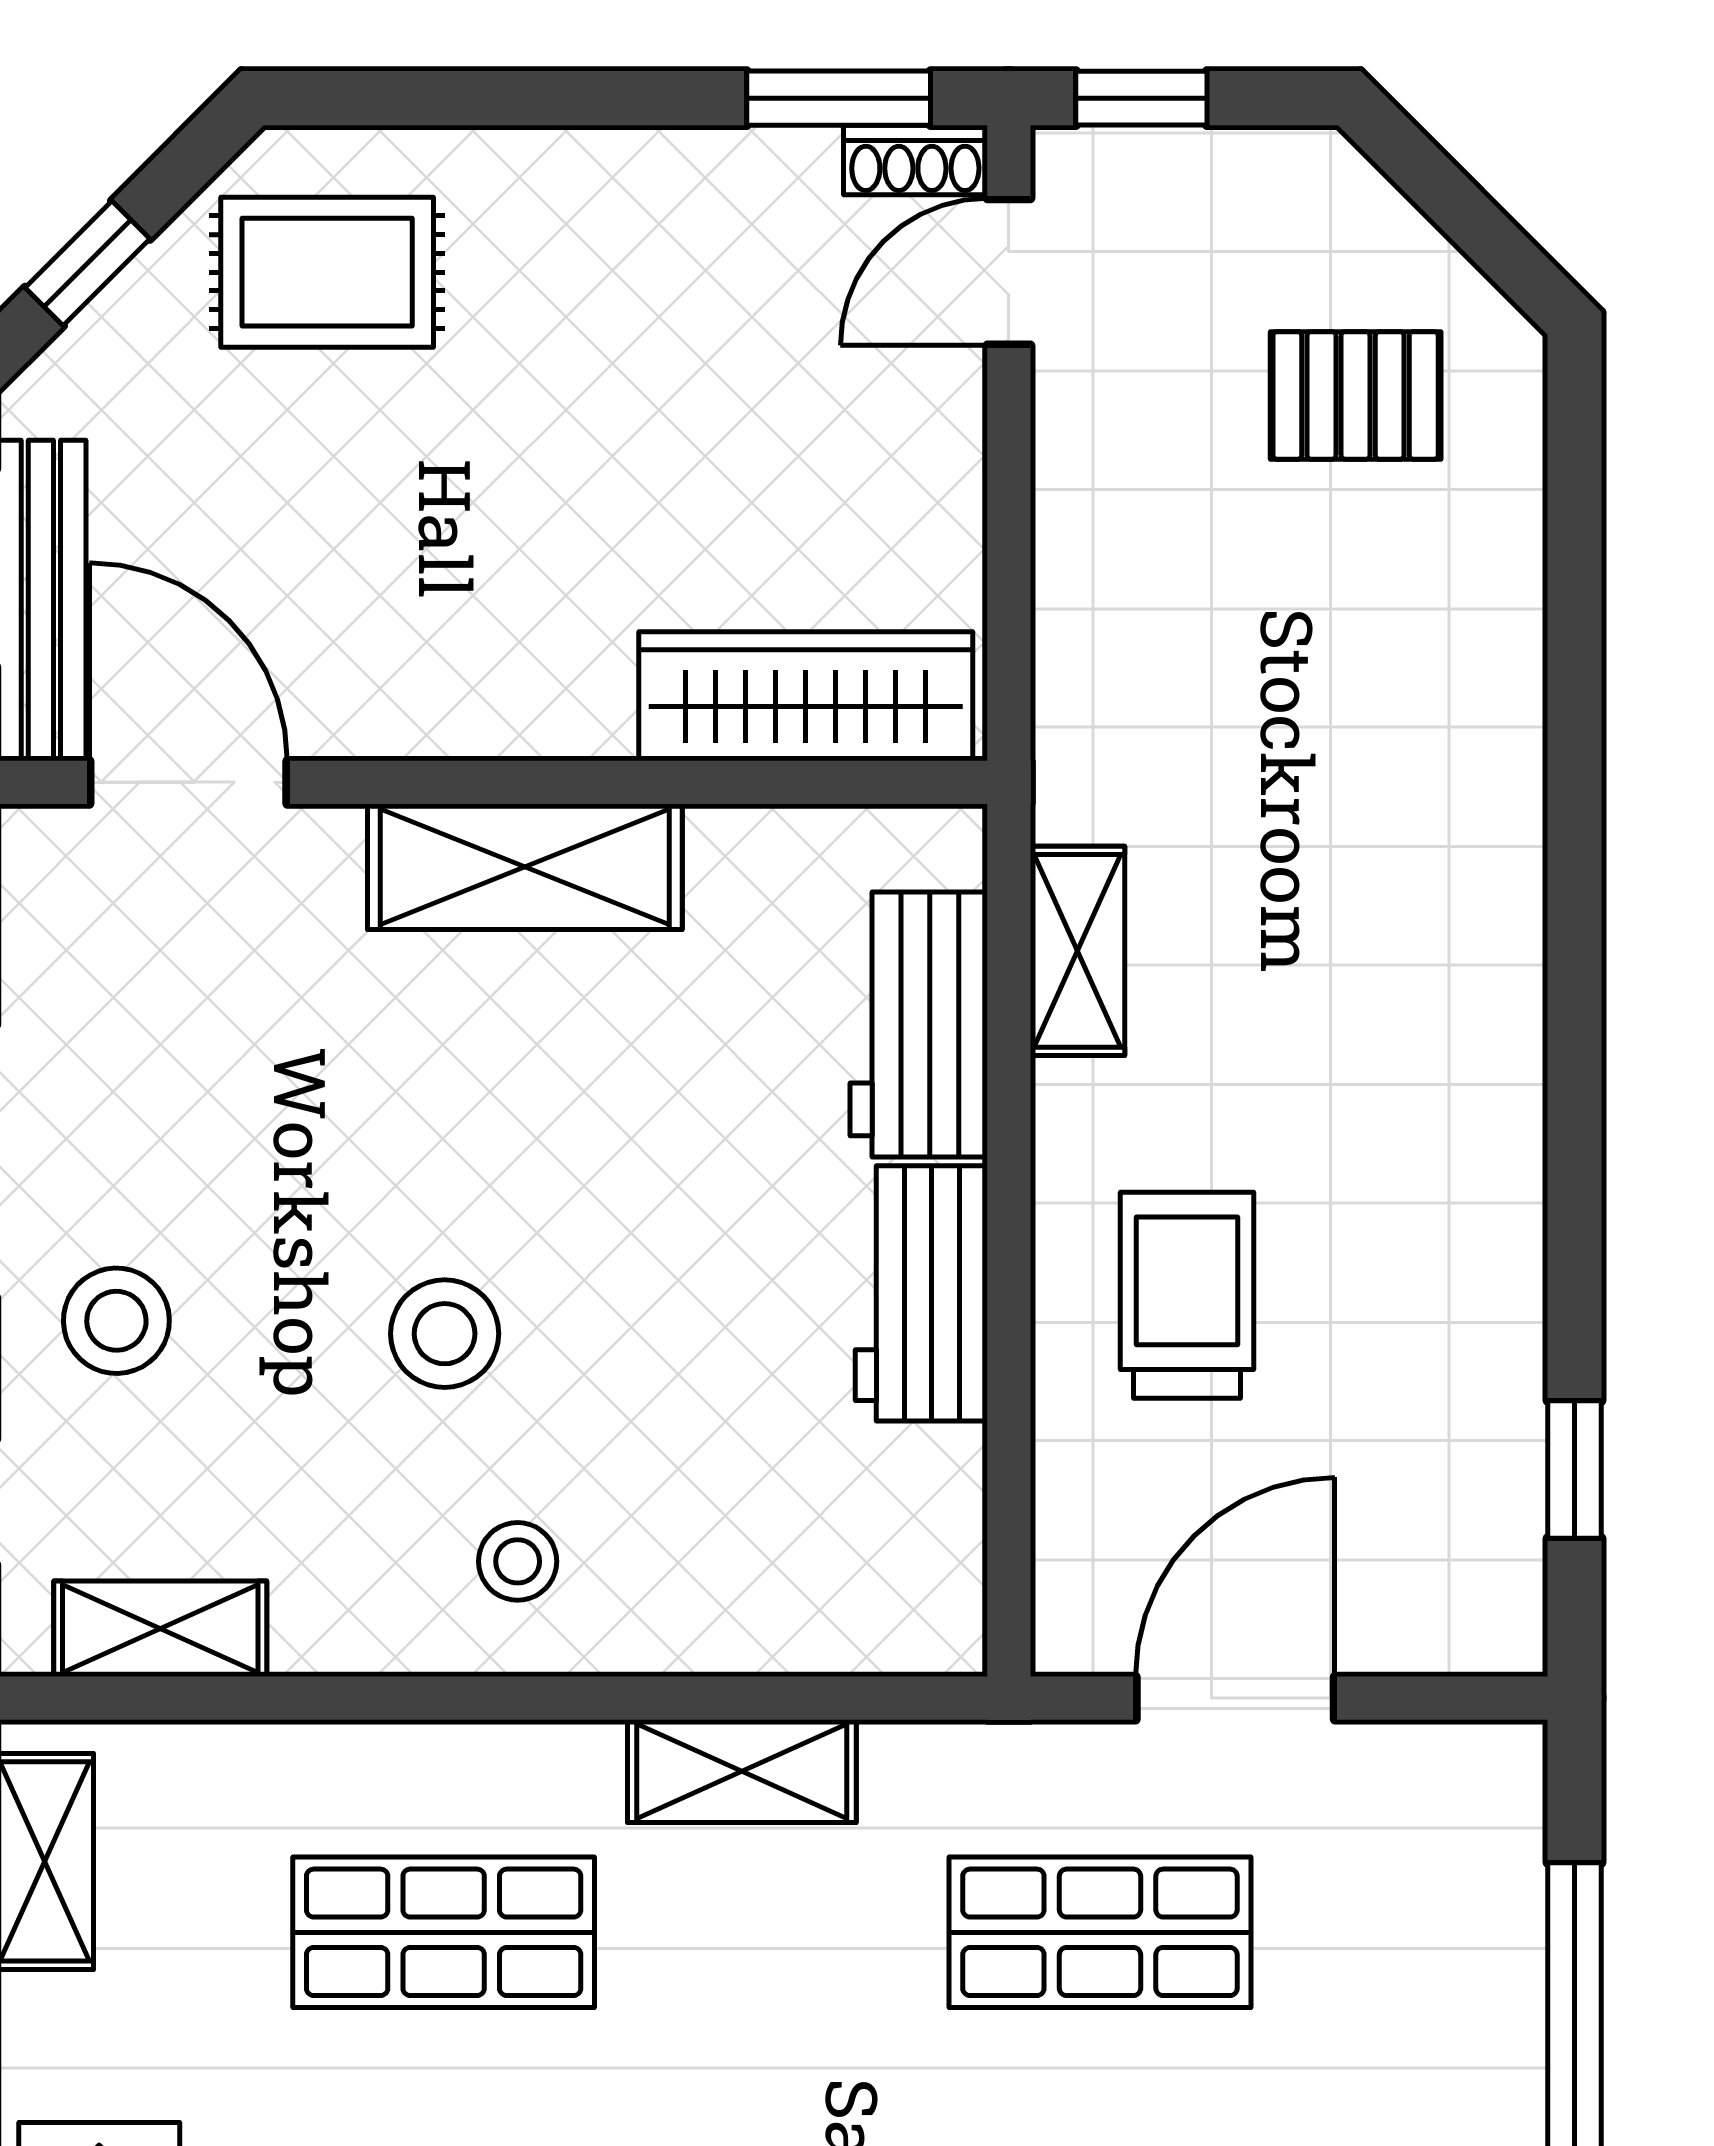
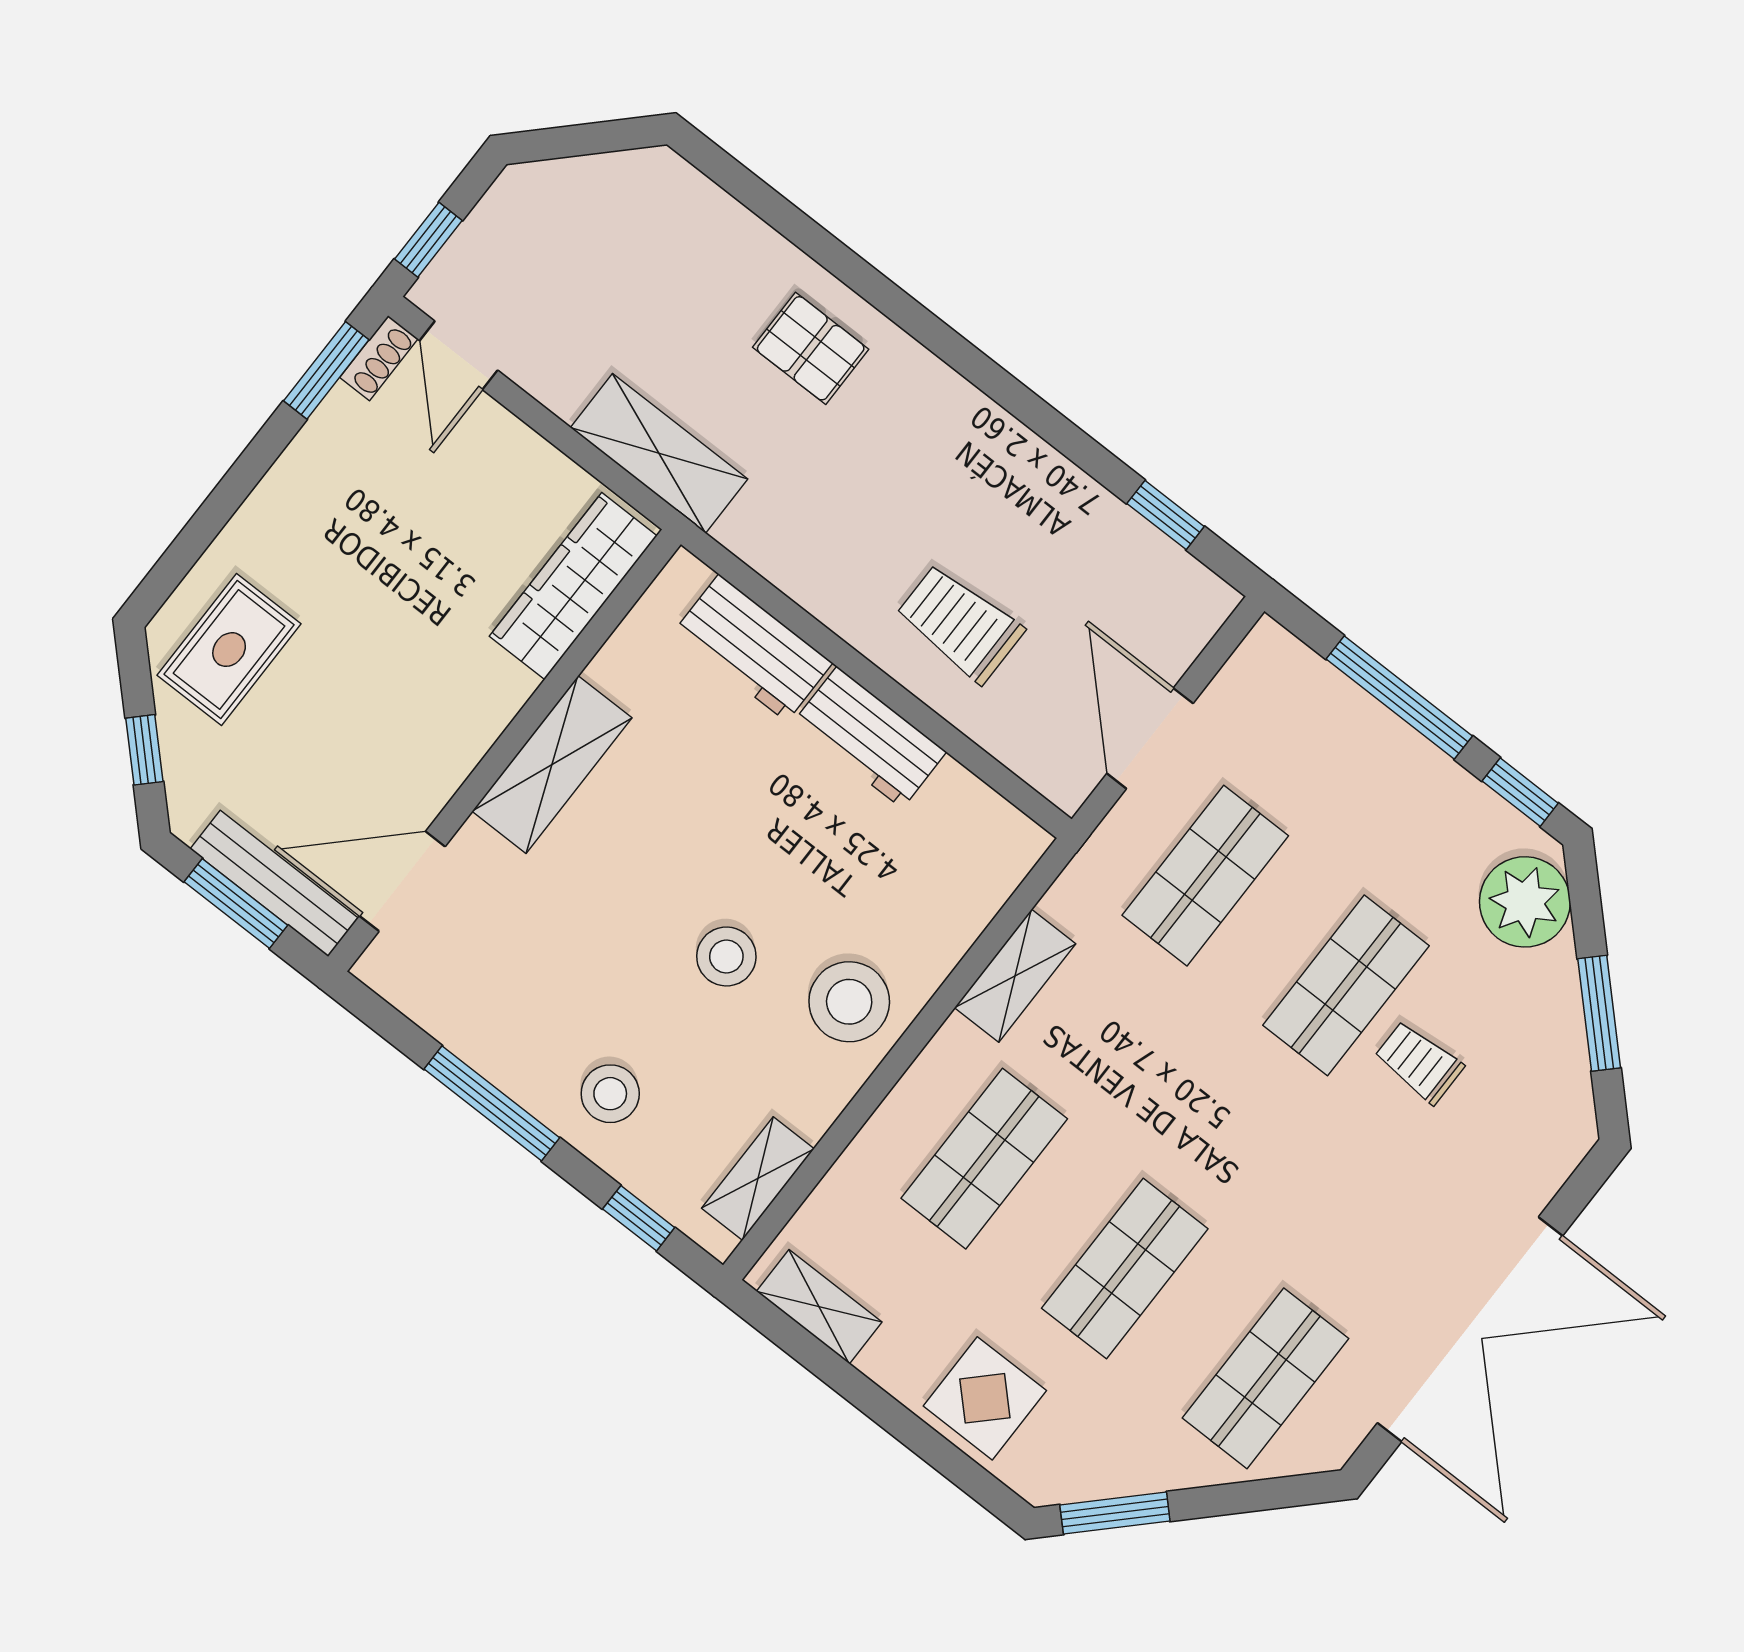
pallet: (1356, 395) -> (811, 348), moved, turned 90
shelving: (1077, 951) -> (659, 453), moved, width x1.50, depth x1.33
stool: (518, 1561) -> (849, 1002), width x1.89, depth x1.89

